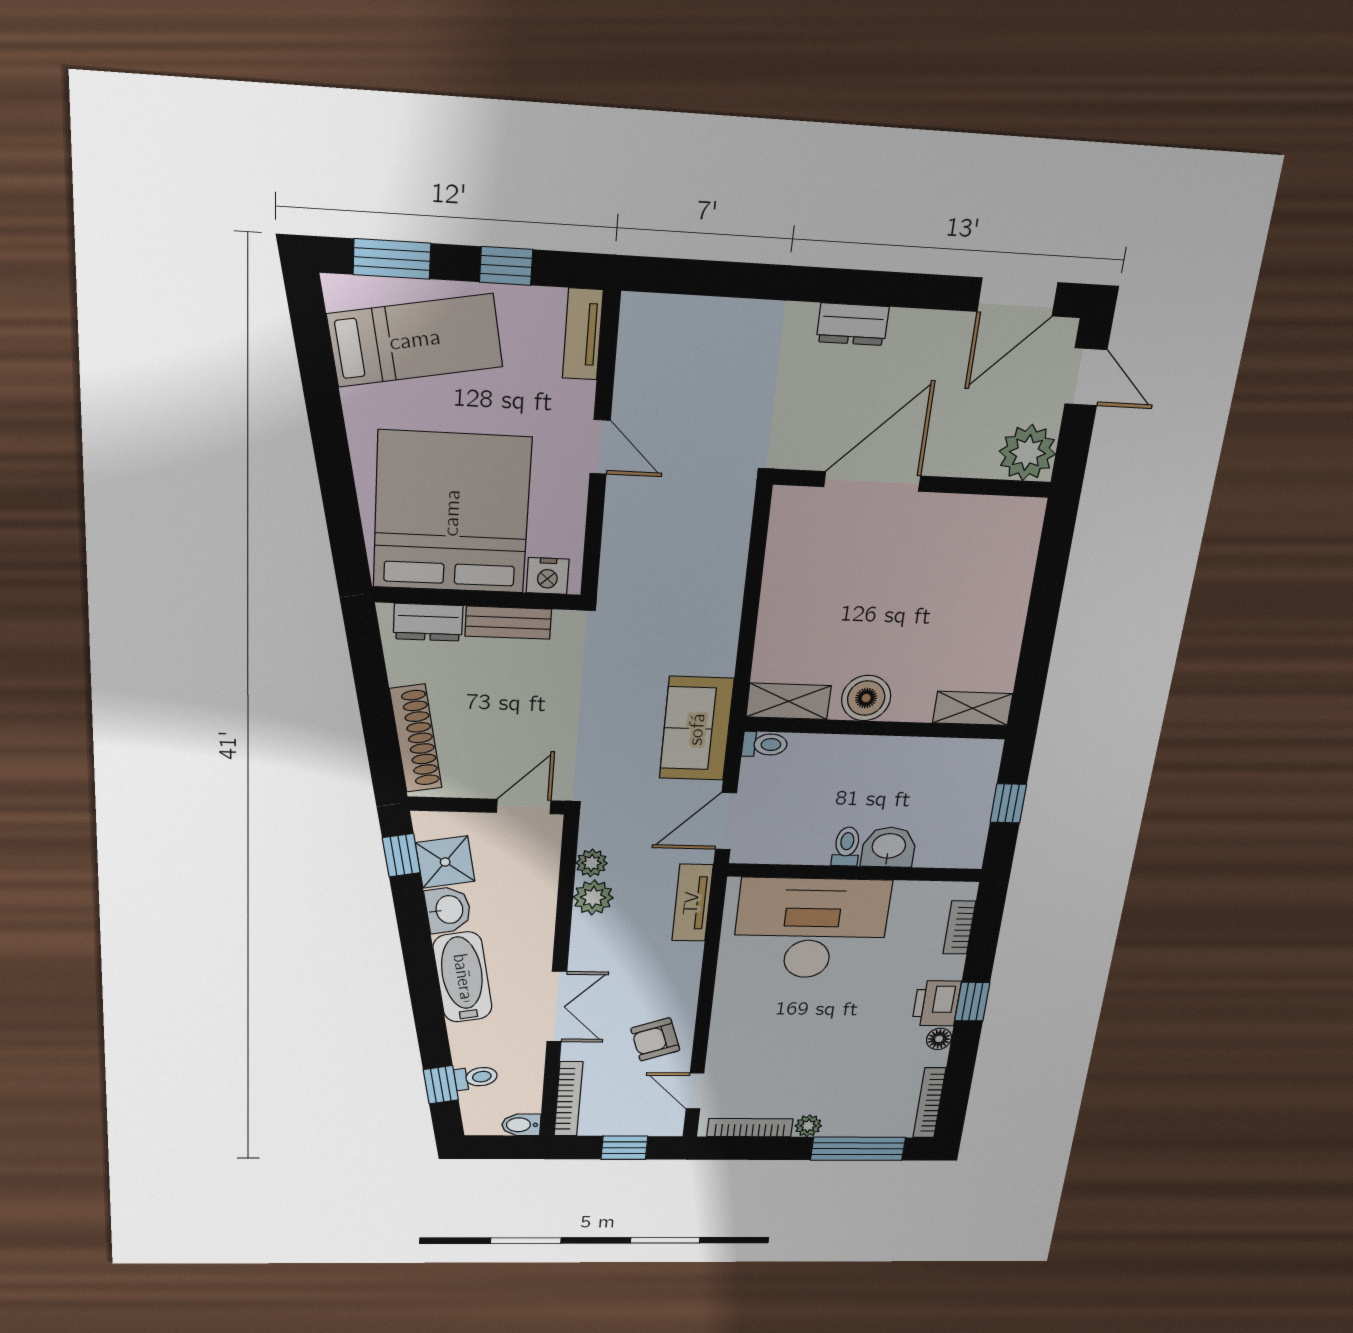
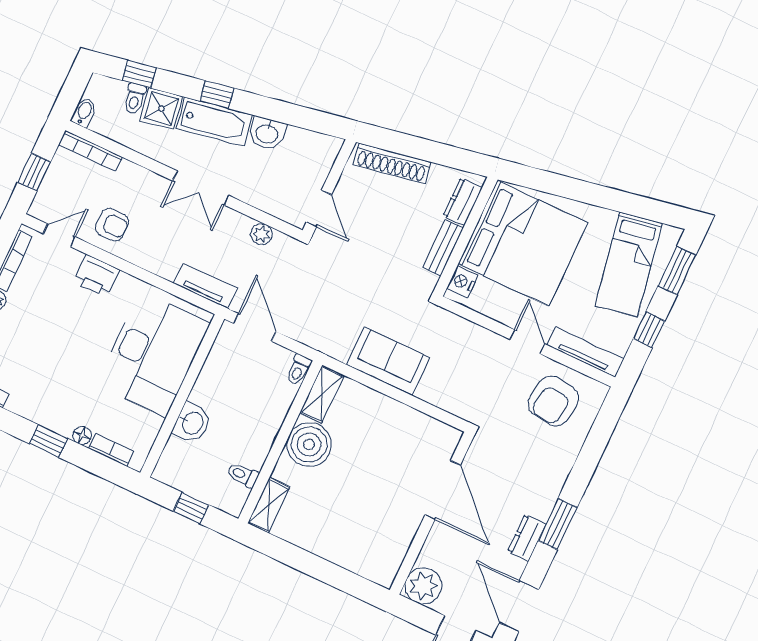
window: (869, 288) -> (558, 524), added
dresser: (853, 324) -> (527, 538), moved
tv unit: (583, 334) -> (585, 352), width x1.41
armchair: (677, 371) -> (553, 401), added
door: (600, 447) -> (527, 342), swing flipped
boiler: (866, 698) -> (309, 444), width x1.37, depth x1.37
sofa: (697, 729) -> (388, 361), moved
toilet: (847, 847) -> (243, 475), moved, turned 180
window: (401, 855) -> (217, 95), moved
shower: (445, 862) -> (161, 109), moved
plant: (593, 897) -> (236, 226), removed
printer: (936, 1003) -> (97, 276), moved, turned 180
double door: (557, 1007) -> (201, 188), moved
armchair: (655, 1039) -> (112, 225), turned 109
floor lamp: (939, 1039) -> (82, 435), moved

